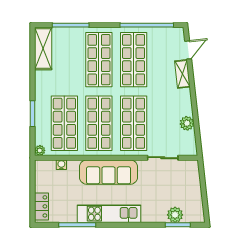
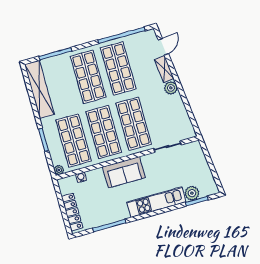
shelving: (43, 49) -> (39, 89), width x1.47
plant: (187, 123) -> (171, 88), moved
sofa: (109, 172) -> (124, 172), width x0.73
locker: (41, 206) -> (72, 212), width x1.53
kitchen unit: (109, 214) -> (156, 202), moved

